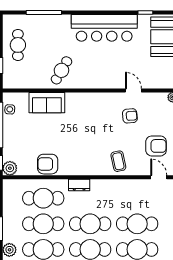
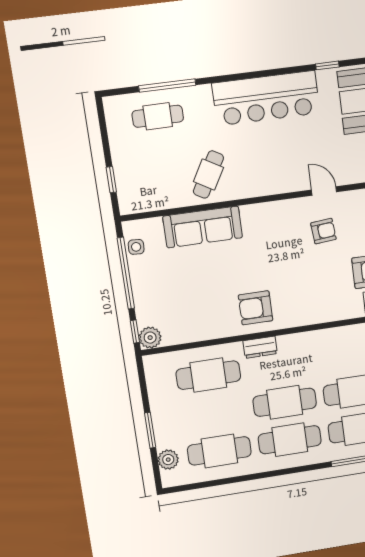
cafe table: (18, 45) -> (158, 116), moved, turned 90
sofa: (47, 103) -> (203, 227), width x1.36
coffee table: (118, 161) -> (315, 303), removed
armchair: (48, 164) -> (256, 308), moved
cafe table: (43, 224) -> (214, 413), removed

